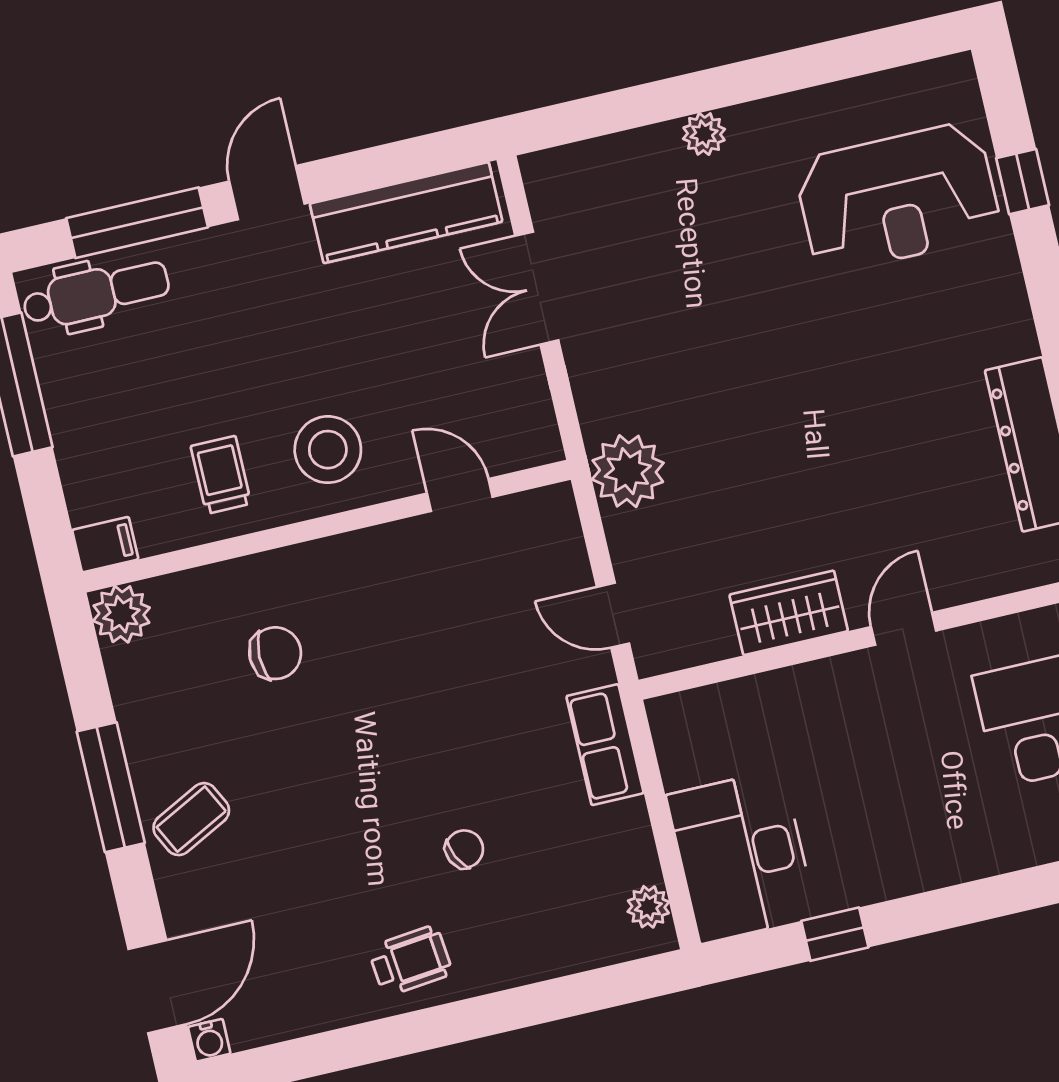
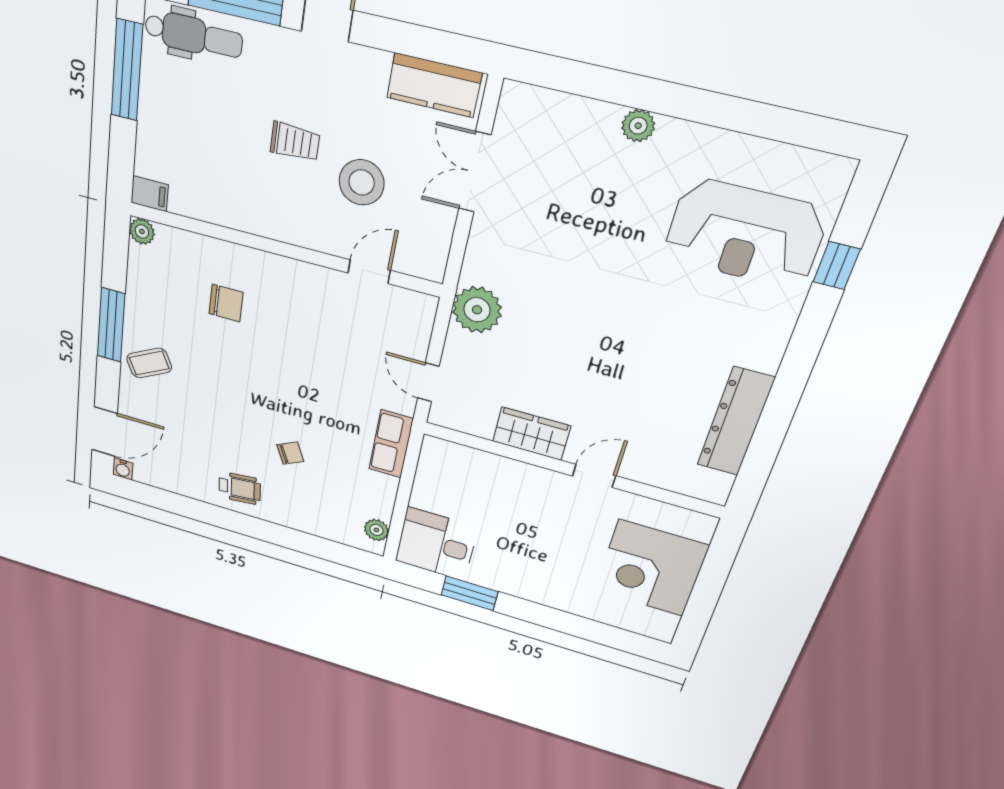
kitchen counter: (406, 213) -> (434, 85), width x0.67
stool: (328, 450) -> (362, 182), moved
trolley: (221, 475) -> (295, 142), moved, turned 90
door: (460, 495) -> (369, 272), hinge flipped
plant: (121, 614) -> (142, 231), width x0.73, depth x0.73
desk: (741, 856) -> (436, 544), width x0.73
window: (835, 934) -> (469, 593), width x1.50

